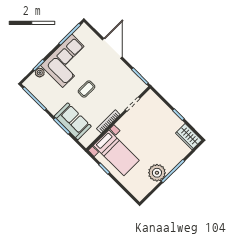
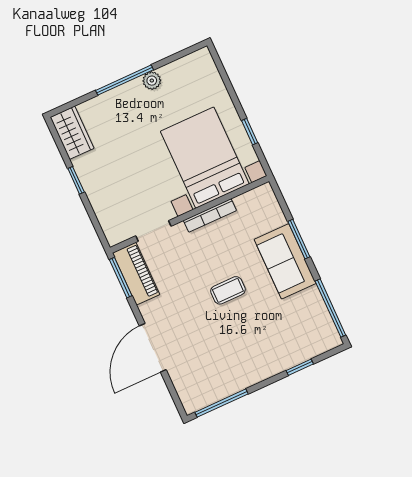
corner sofa: (67, 61) -> (244, 355), removed
plant: (40, 73) -> (303, 353), removed
piano: (133, 81) -> (136, 274), added
sofa: (73, 121) -> (285, 261), moved
bed with nightstands: (116, 153) -> (205, 158), width x1.36
plant: (157, 173) -> (152, 81), width x0.53, depth x0.53

